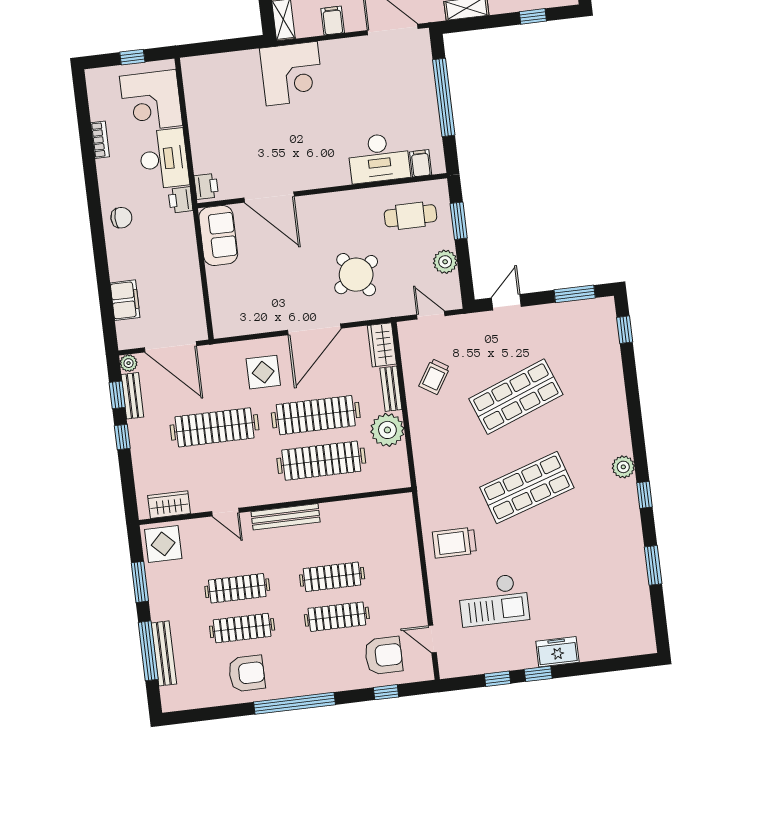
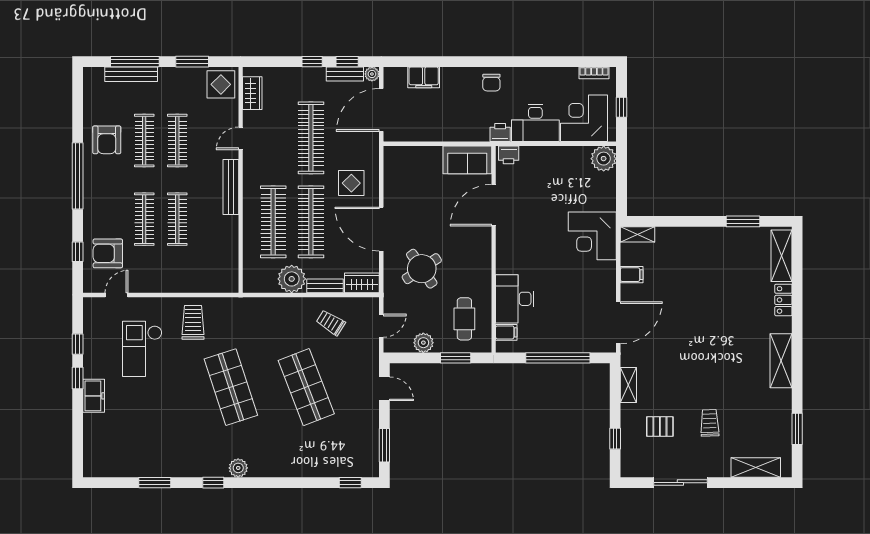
plant: (197, 71) -> (604, 159), added
bookcase: (100, 140) -> (594, 73), moved
armchair: (384, 656) -> (108, 253), turned 90

